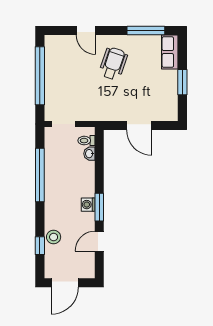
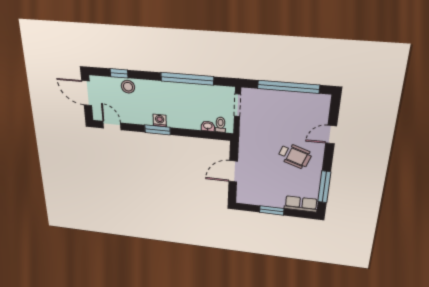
door: (99, 241) -> (112, 125), moved

